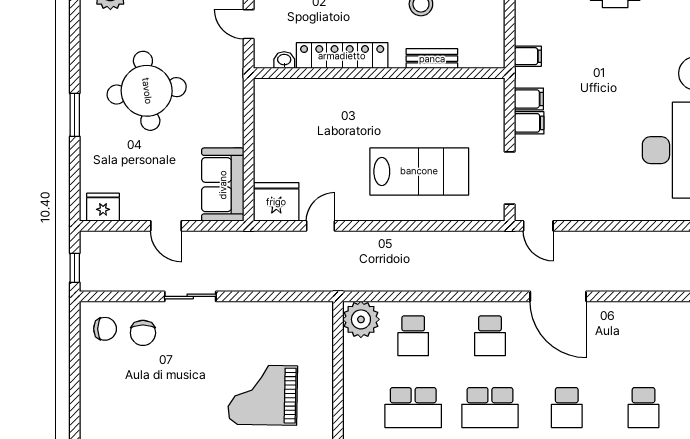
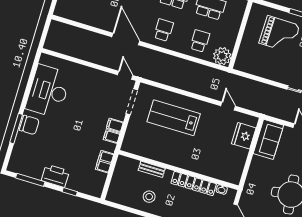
filing cabinet: (528, 56) -> (105, 162), width x2.00
fridge: (276, 202) -> (244, 136), moved, turned 90
door: (321, 226) -> (228, 106), swing flipped

